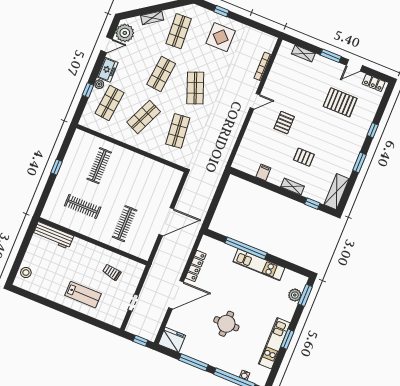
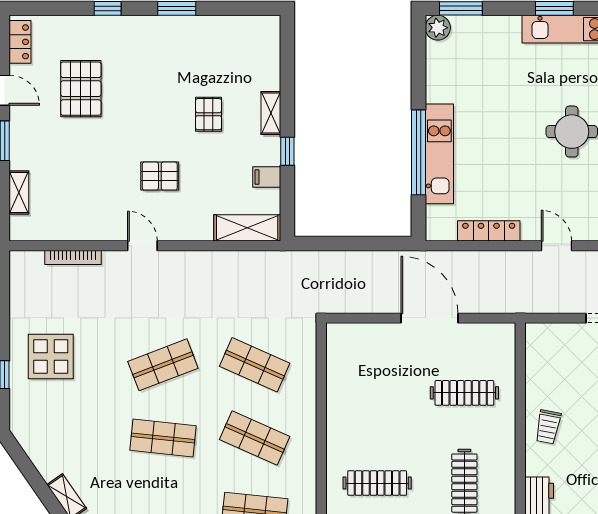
shop shelf: (179, 31) -> (71, 438), removed
shop shelf: (178, 131) -> (255, 365), turned 30
shelving: (337, 192) -> (247, 228), moved
window: (312, 204) -> (287, 151), moved
kitchen unit: (259, 265) -> (439, 154), moved
trolley: (112, 272) -> (548, 427), moved
door: (176, 295) -> (556, 246), width x0.53
plant: (295, 295) -> (438, 28), moved

